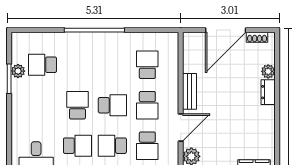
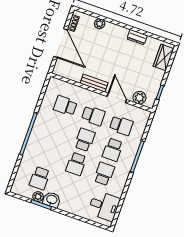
washbasin: (20, 90) -> (52, 200), added
dresser: (268, 92) -> (137, 37), moved
school desk: (77, 105) -> (76, 164), turned -90

